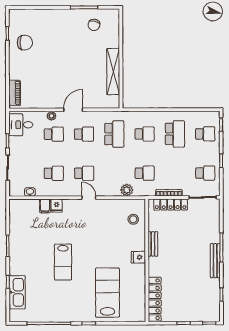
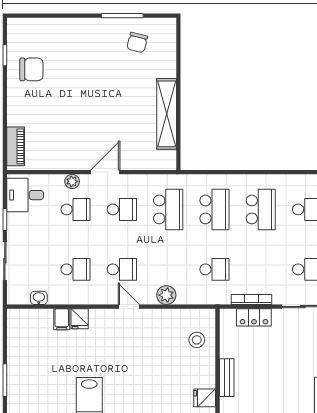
school desk: (145, 134) -> (214, 209), width x1.85
plant: (127, 190) -> (166, 295), moved
locker: (171, 204) -> (254, 317), width x0.66

